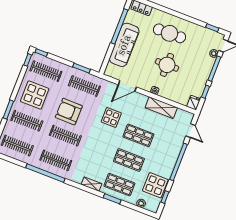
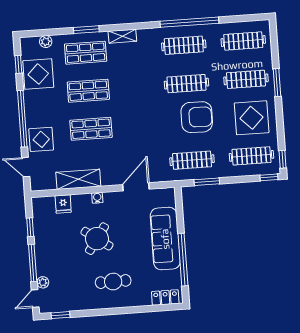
cafe table: (170, 33) -> (113, 282), width x0.73, depth x0.74
round table: (167, 65) -> (97, 239), turned 35
fridge: (194, 103) -> (63, 204), moved
display table: (111, 117) -> (41, 139), moved

